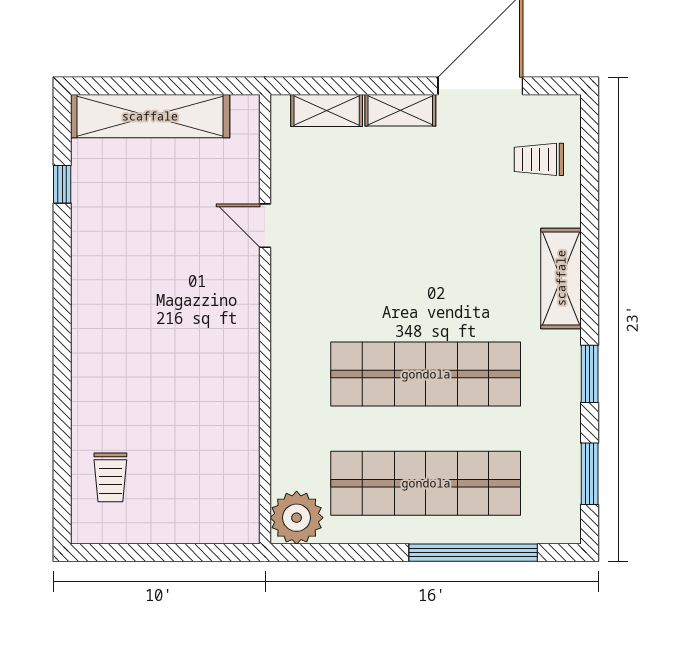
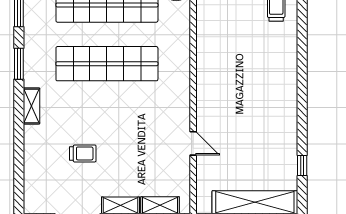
trolley: (539, 159) -> (83, 153), moved
shelving: (561, 278) -> (32, 106), width x0.67, depth x0.75

